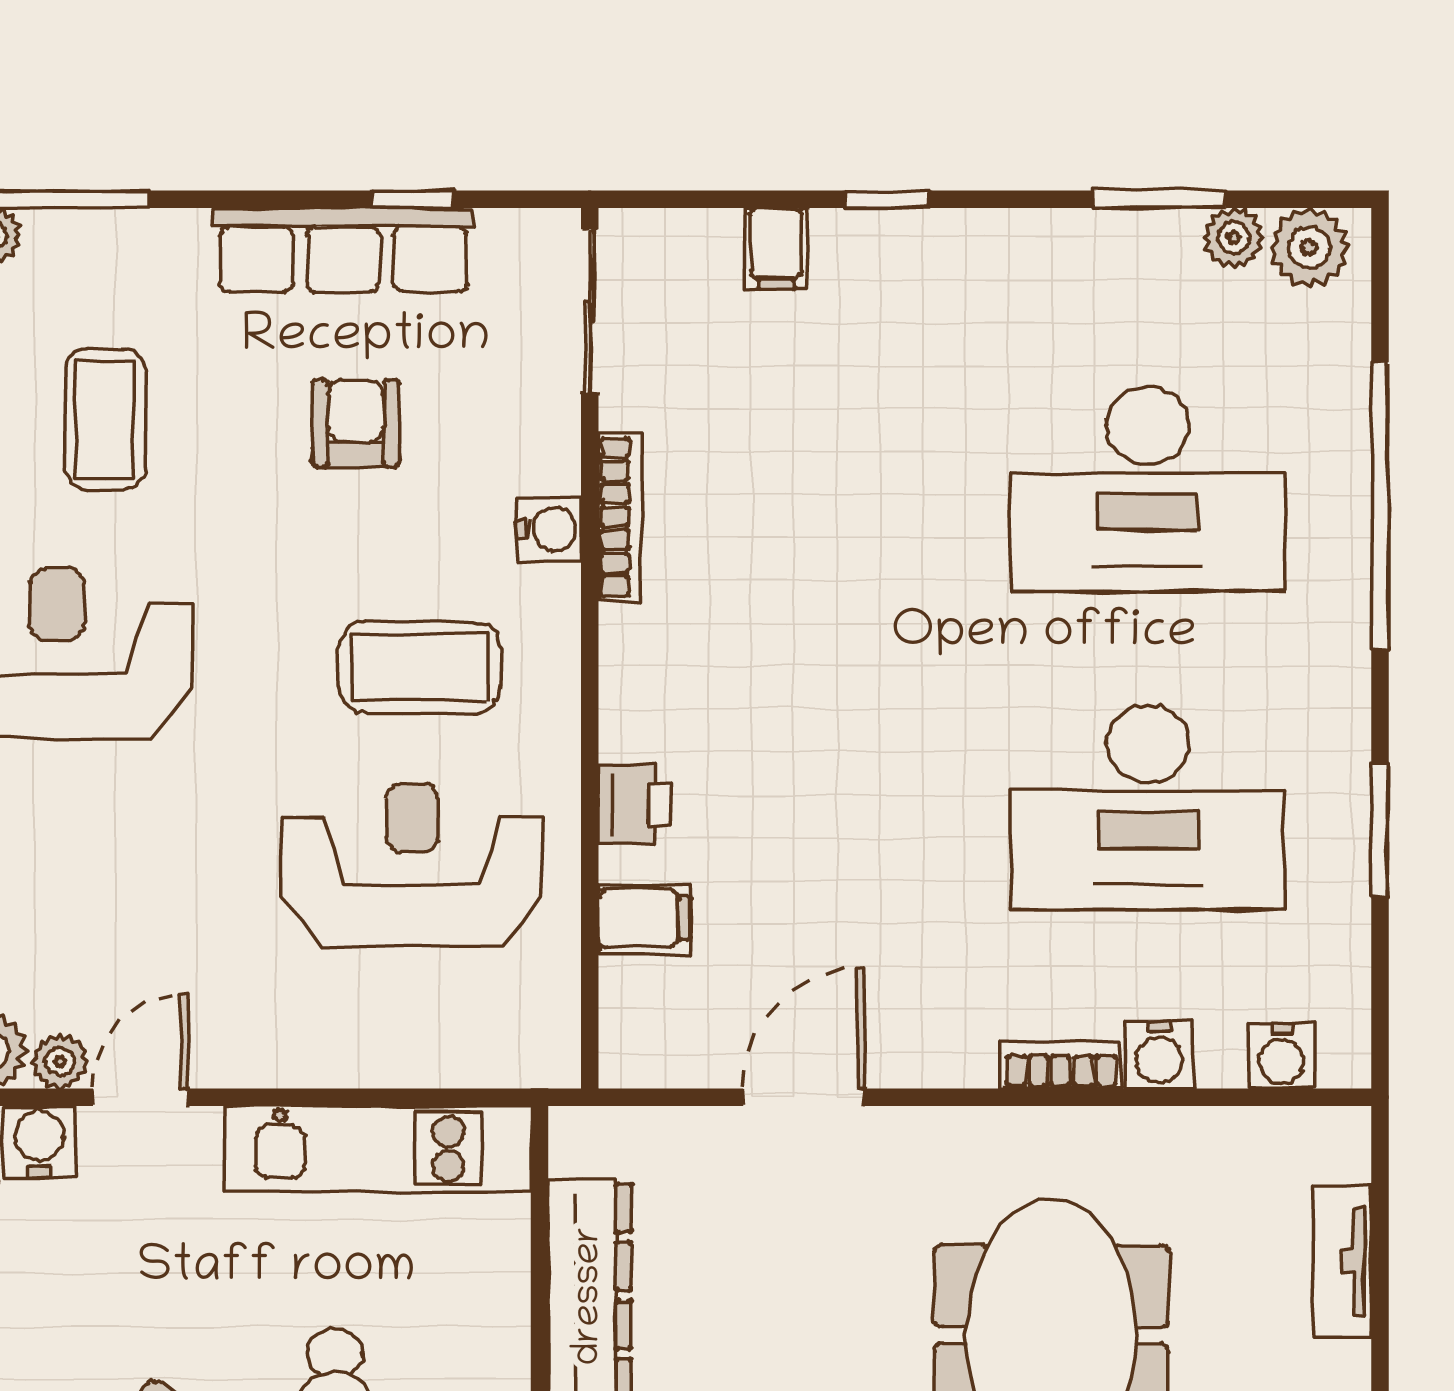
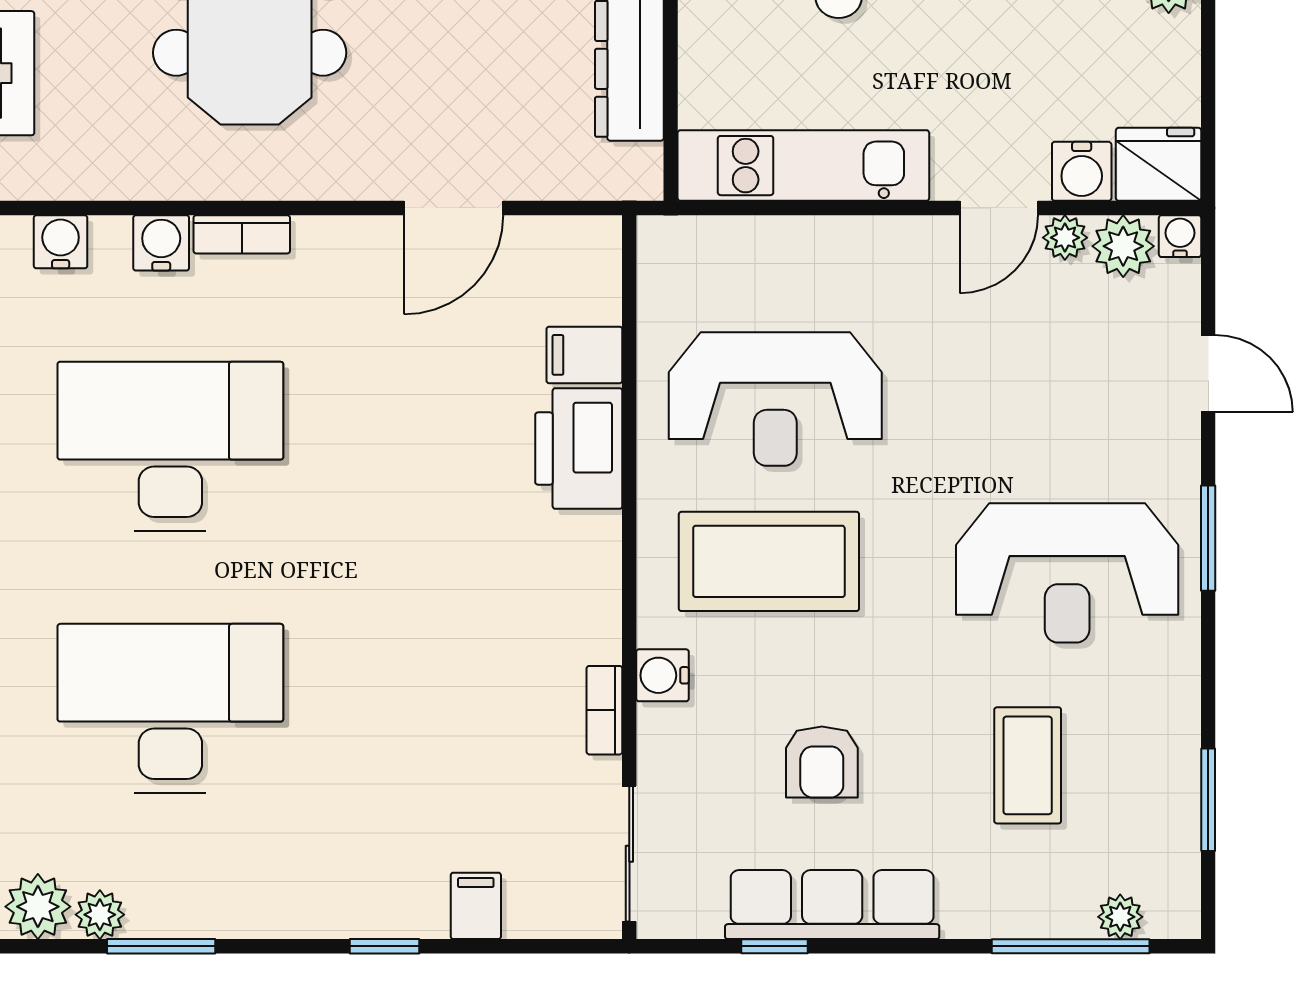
bookcase: (620, 517) -> (604, 710), width x0.64
coffee table: (420, 667) -> (769, 561), width x1.36, depth x1.32
printer: (634, 805) -> (579, 449), width x1.87, depth x1.48

